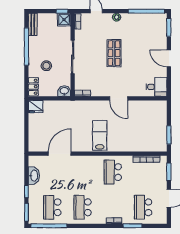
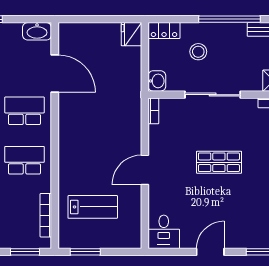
lab bench: (100, 135) -> (93, 207), moved
school desk: (83, 172) -> (24, 111), added
washbasin: (34, 176) -> (37, 31), moved

